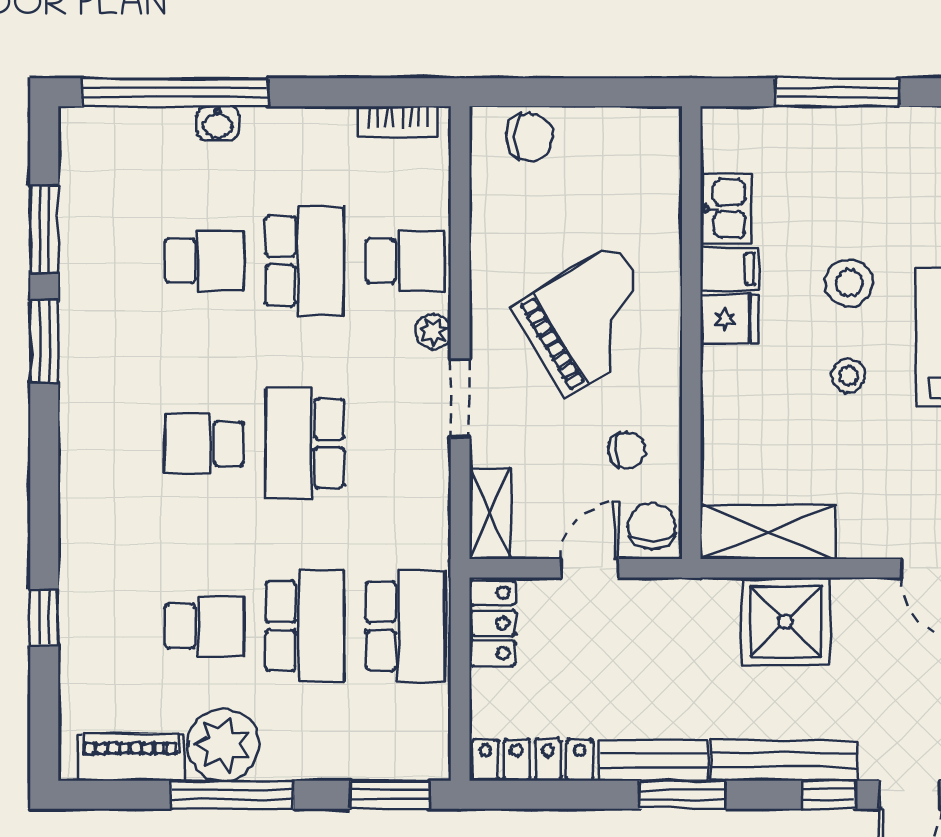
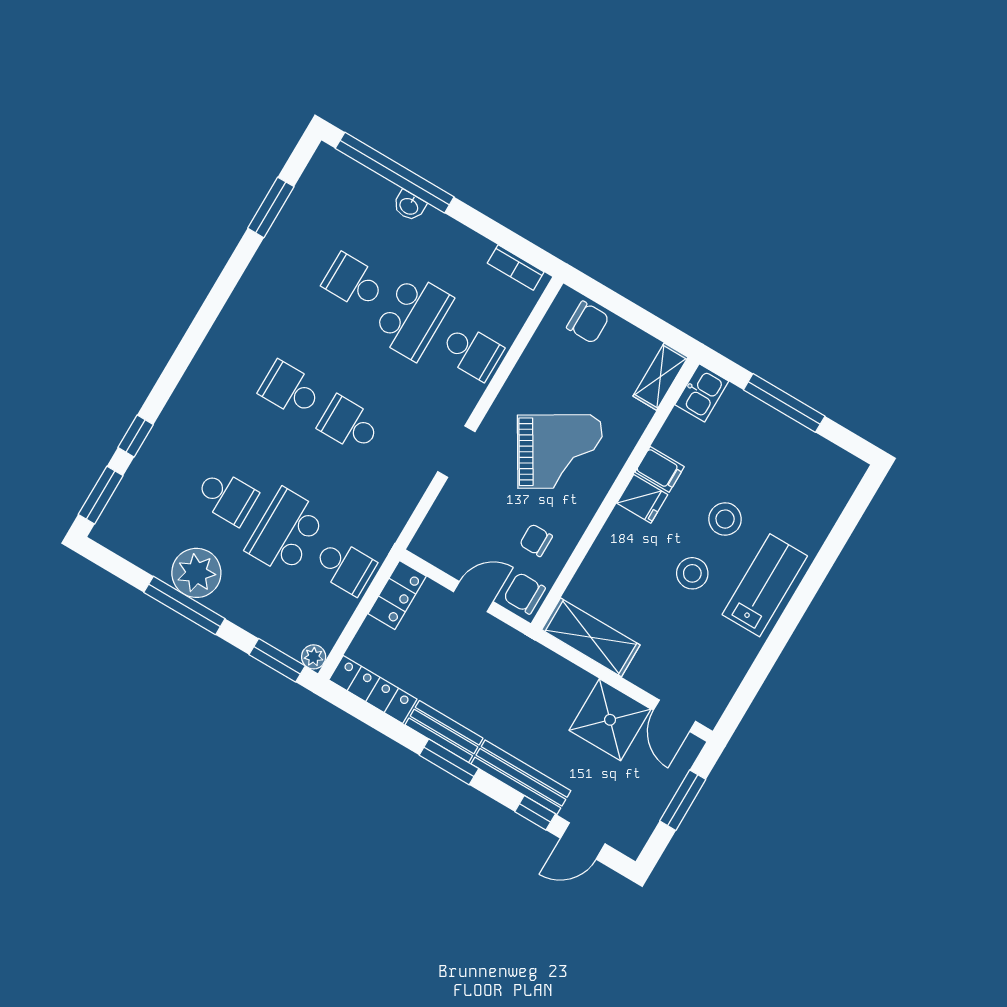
kitchen sink: (726, 208) -> (702, 393), moved
school desk: (204, 261) -> (354, 282), turned 180
plant: (433, 331) -> (314, 657), moved
window: (44, 341) -> (101, 495), moved
stool: (848, 376) -> (692, 573), width x1.37, depth x1.37
school desk: (305, 443) -> (349, 424), width x0.54
chair: (627, 450) -> (536, 540), turned 180
shelving: (490, 514) -> (660, 377), moved
chair: (652, 526) -> (524, 593), turned -90
shower: (785, 622) -> (610, 720), moved
school desk: (305, 626) -> (286, 532), turned 180
school desk: (405, 626) -> (345, 567), width x0.54
piano: (130, 757) -> (138, 548), removed

